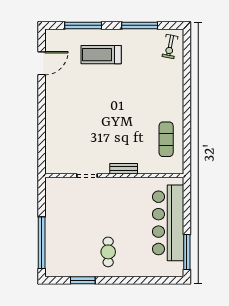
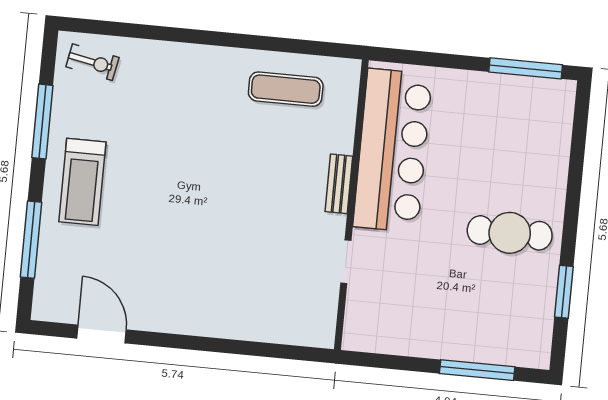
treadmill: (101, 55) -> (82, 182), moved
bar counter: (168, 223) -> (393, 150), moved, turned -90
window: (42, 243) -> (477, 370), width x0.68
cafe table: (108, 252) -> (510, 233), width x1.37, depth x1.35

